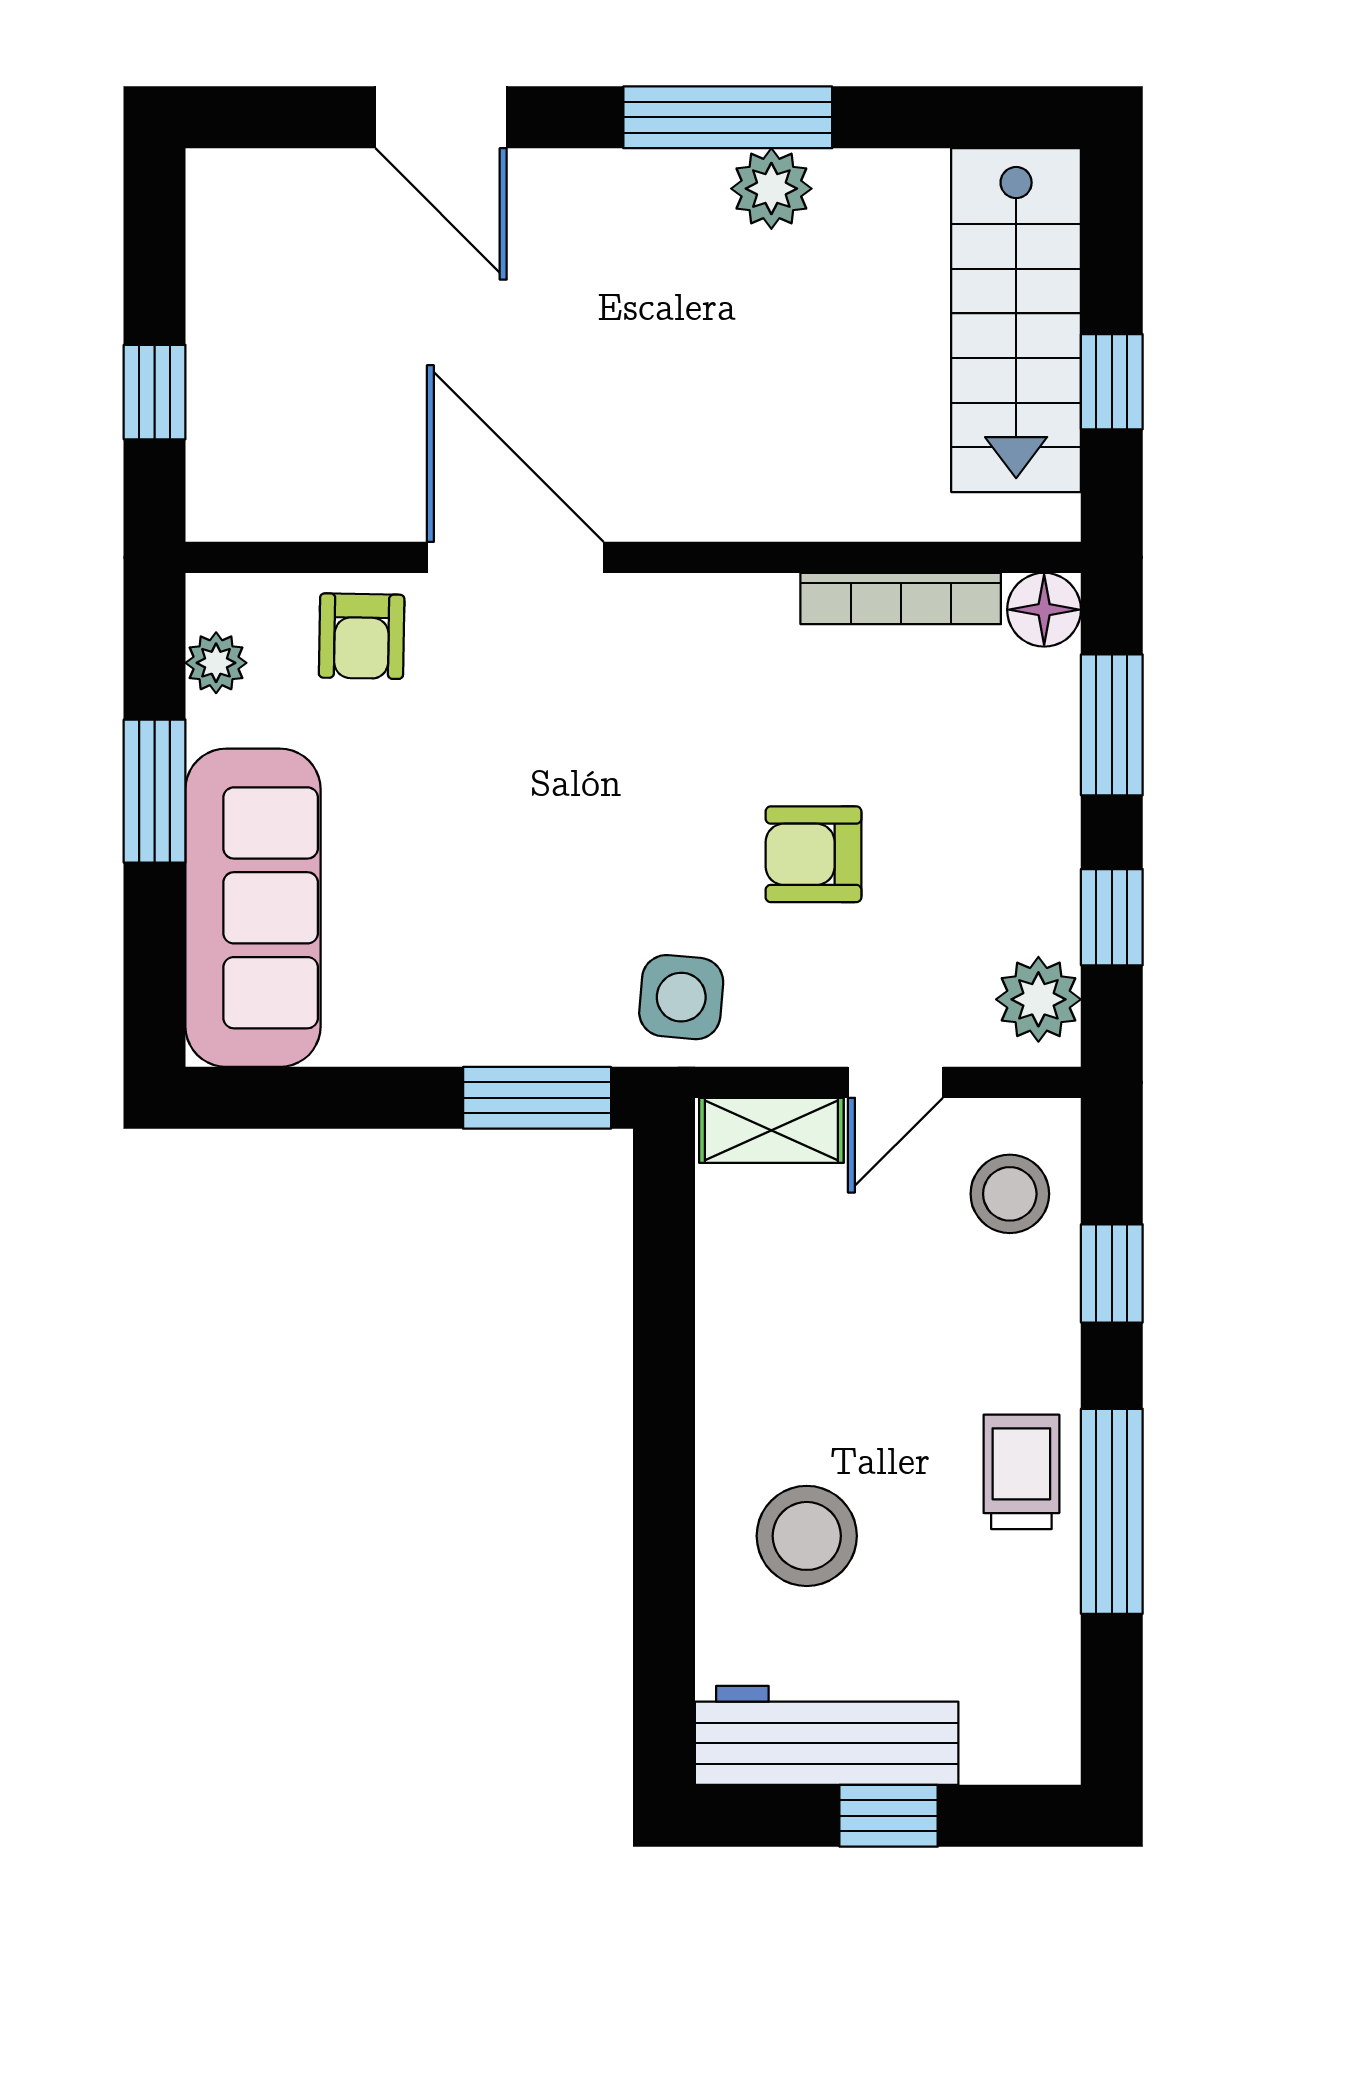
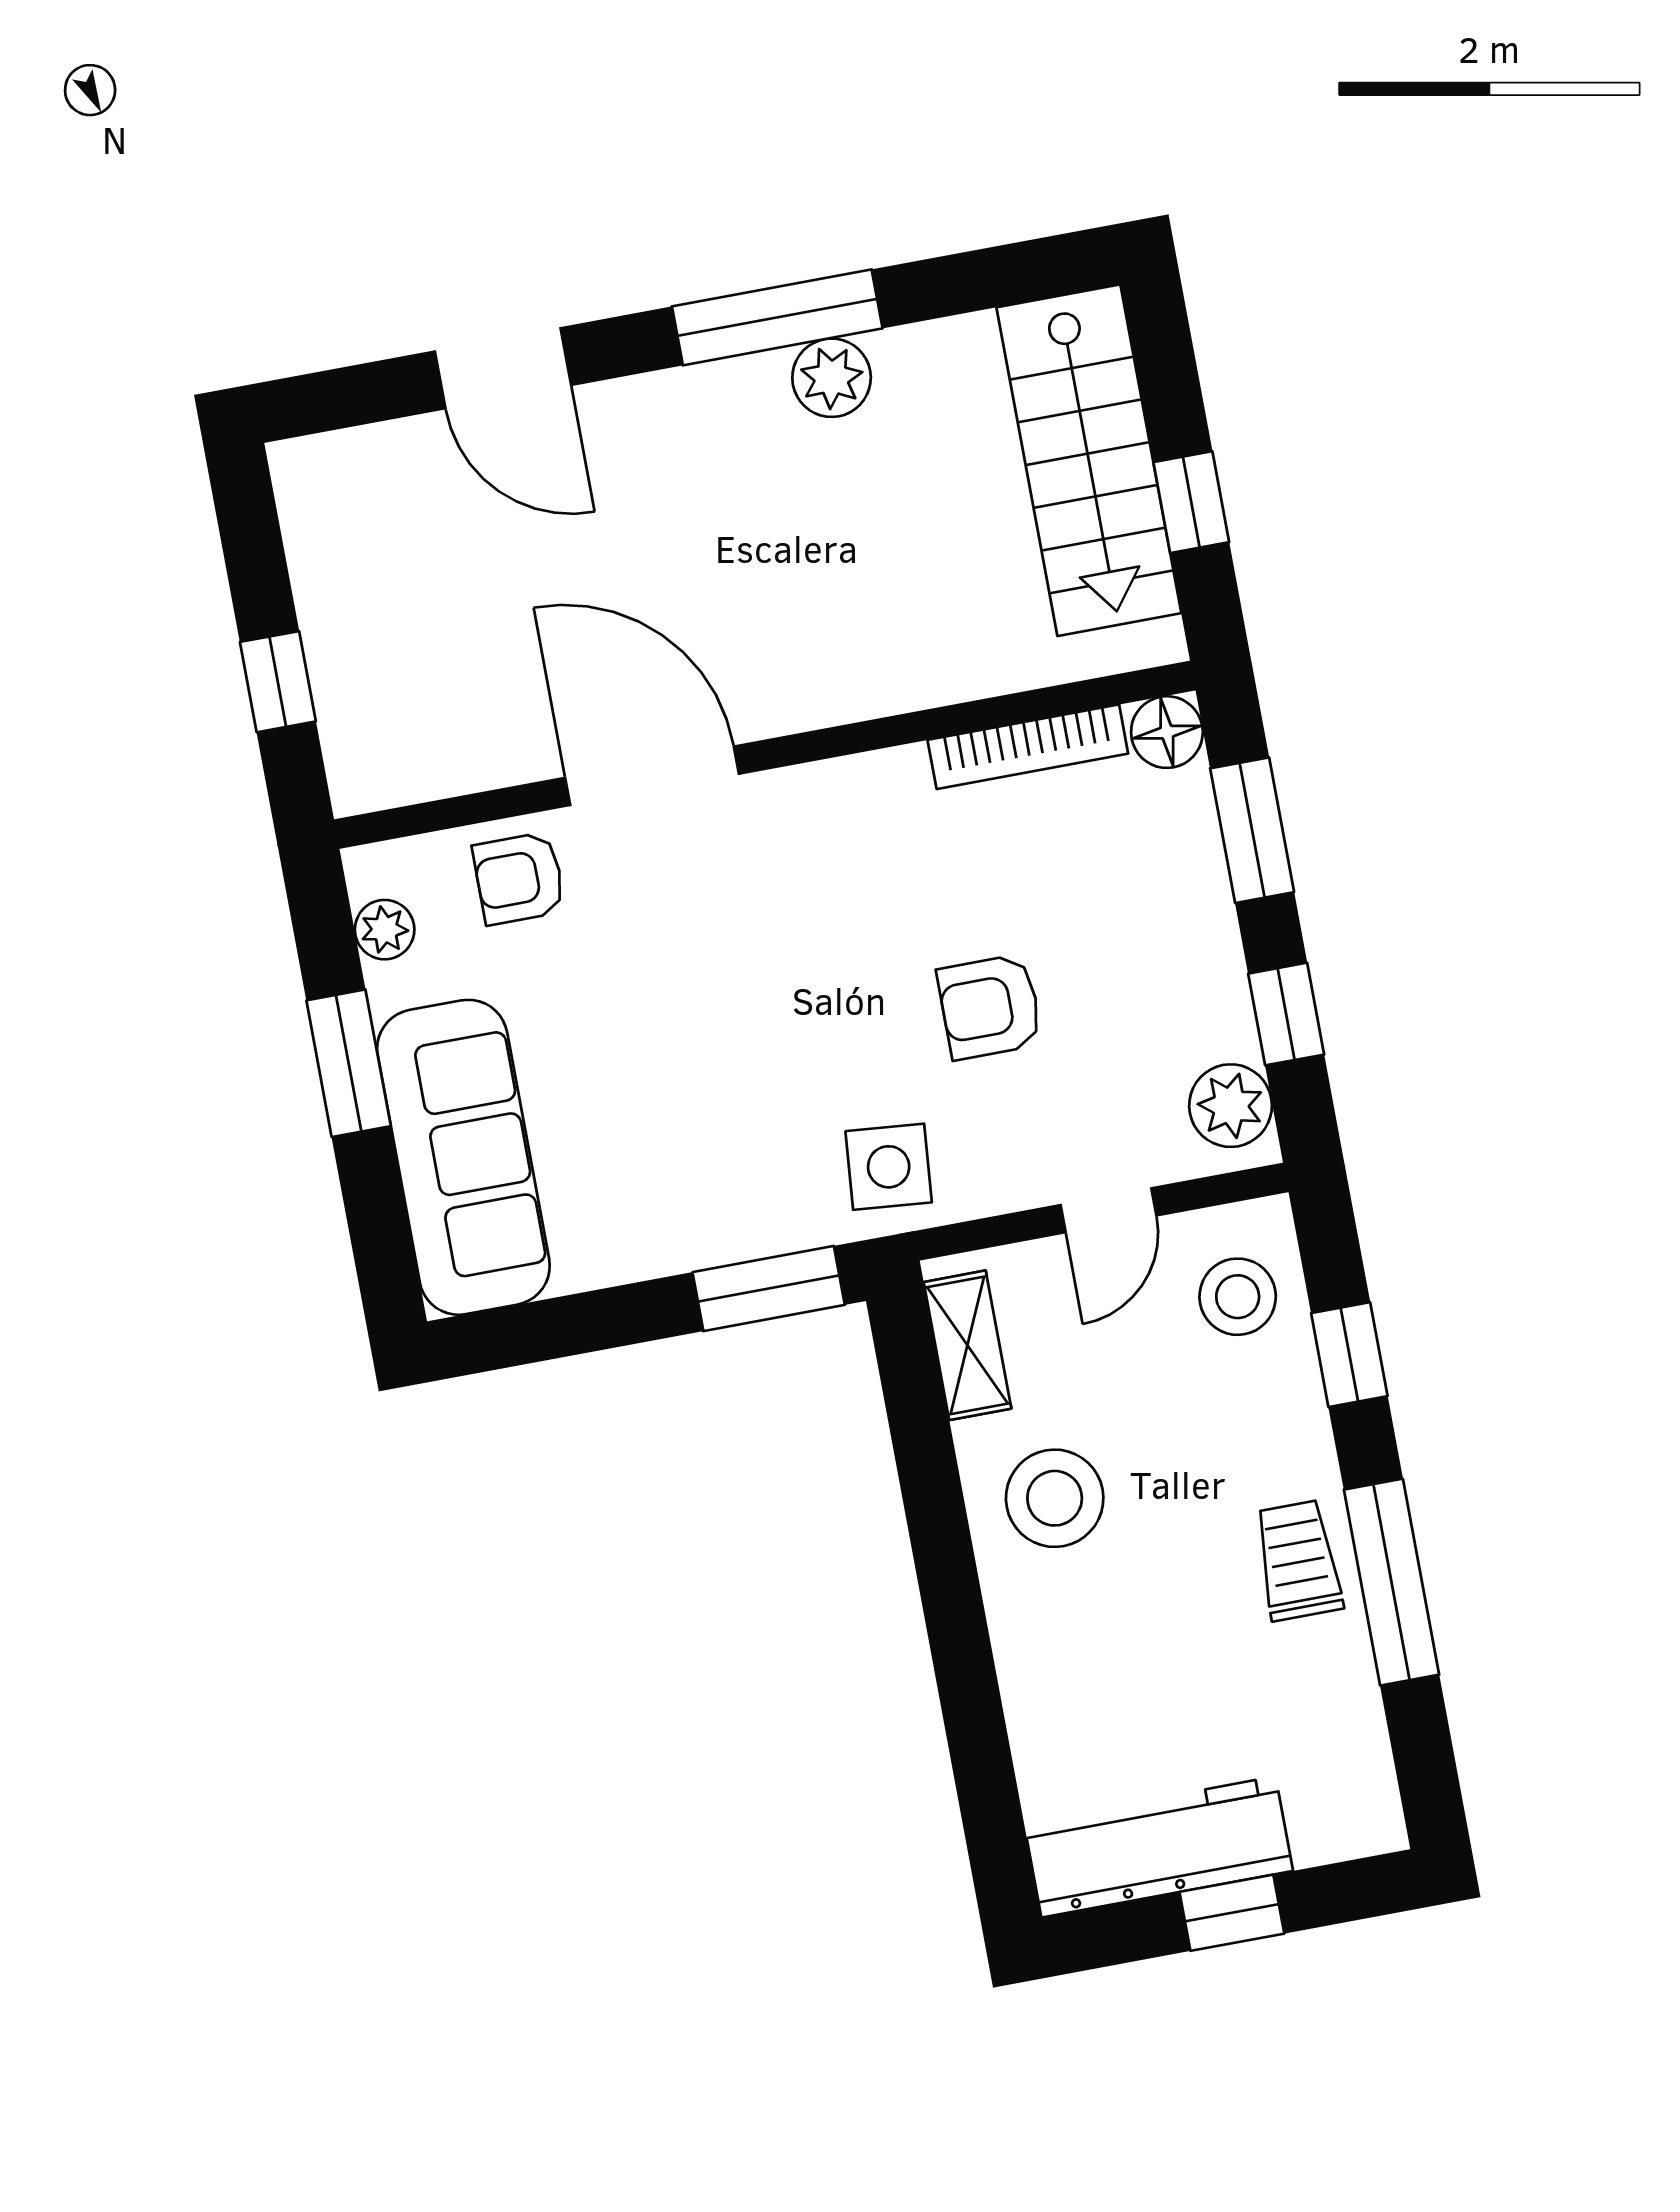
armchair: (362, 636) -> (519, 878), turned 89
shelving: (771, 1130) -> (967, 1345), moved, turned 90
stool: (807, 1536) -> (1055, 1498), moved

